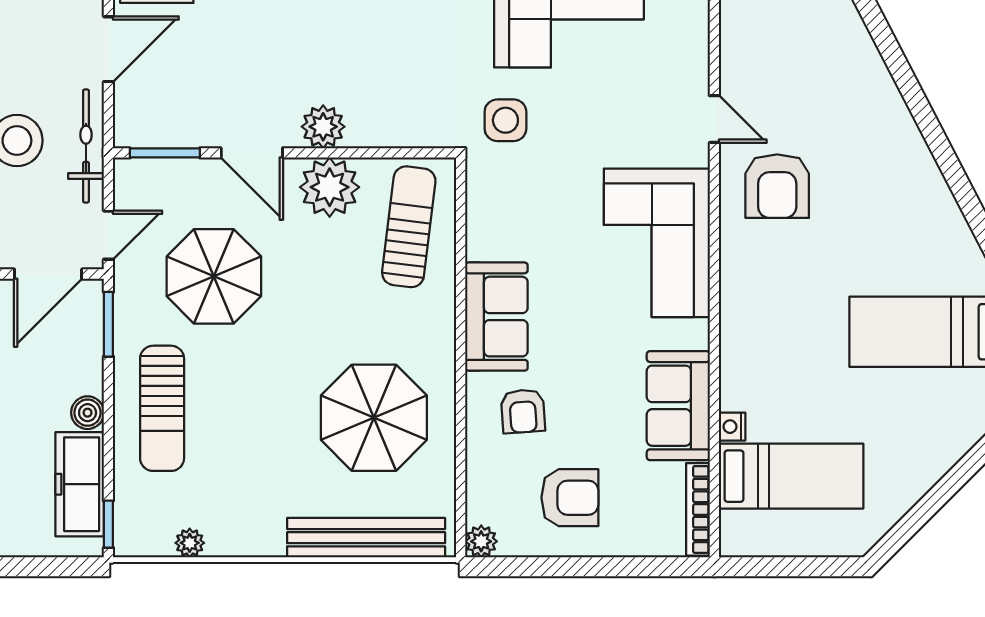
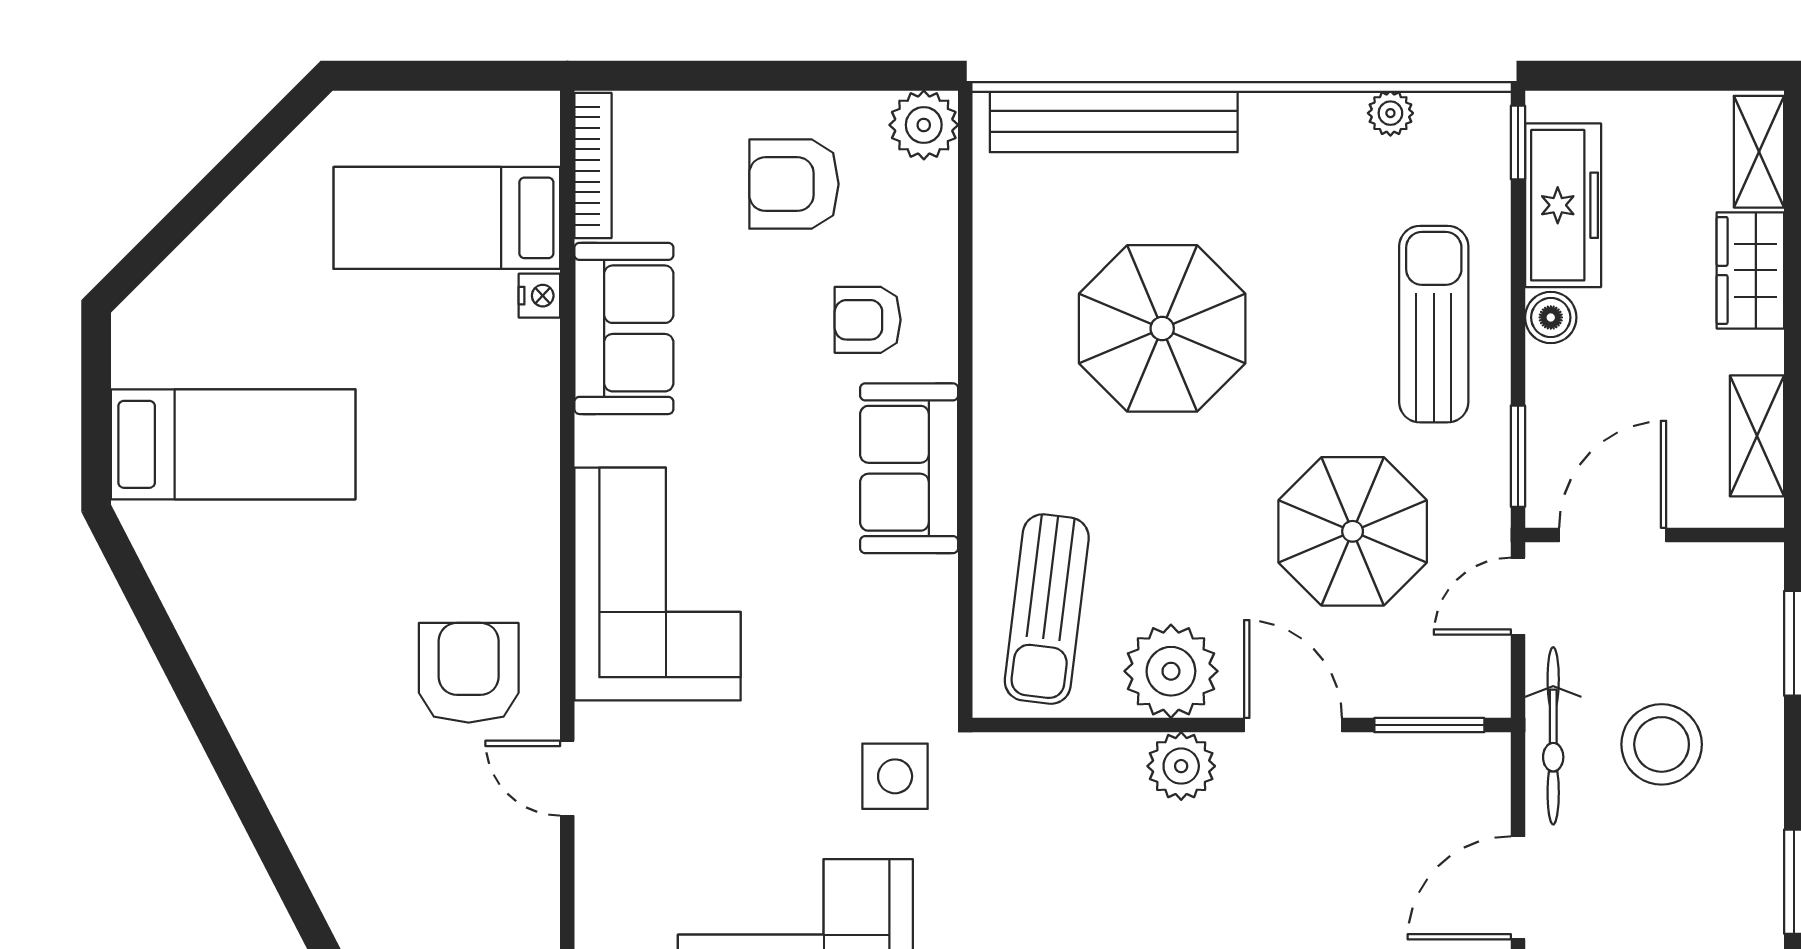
armchair: (523, 411) -> (868, 320), turned -86
parasol: (374, 418) -> (1162, 328), moved
plant: (481, 541) -> (924, 125), width x1.38, depth x1.38

